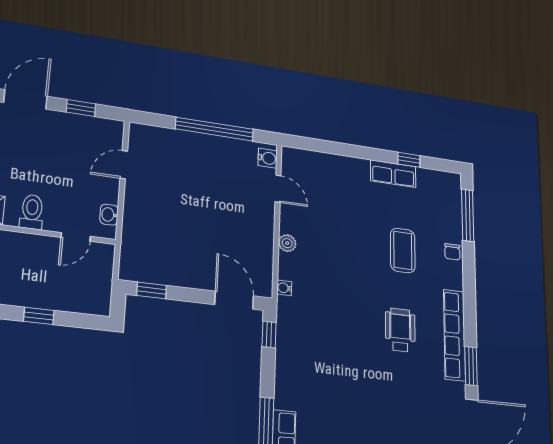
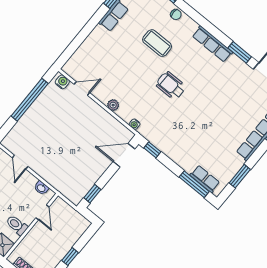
wheelchair: (400, 330) -> (171, 86), moved
row of seats: (454, 335) -> (212, 44), width x0.73

